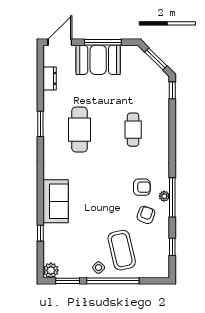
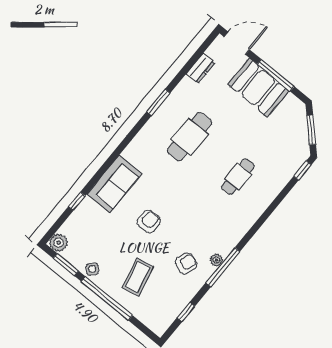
armchair: (142, 187) -> (149, 222), moved, turned -90
coffee table: (122, 250) -> (138, 277), width x0.73, depth x0.76
side table: (99, 268) -> (92, 269), moved

